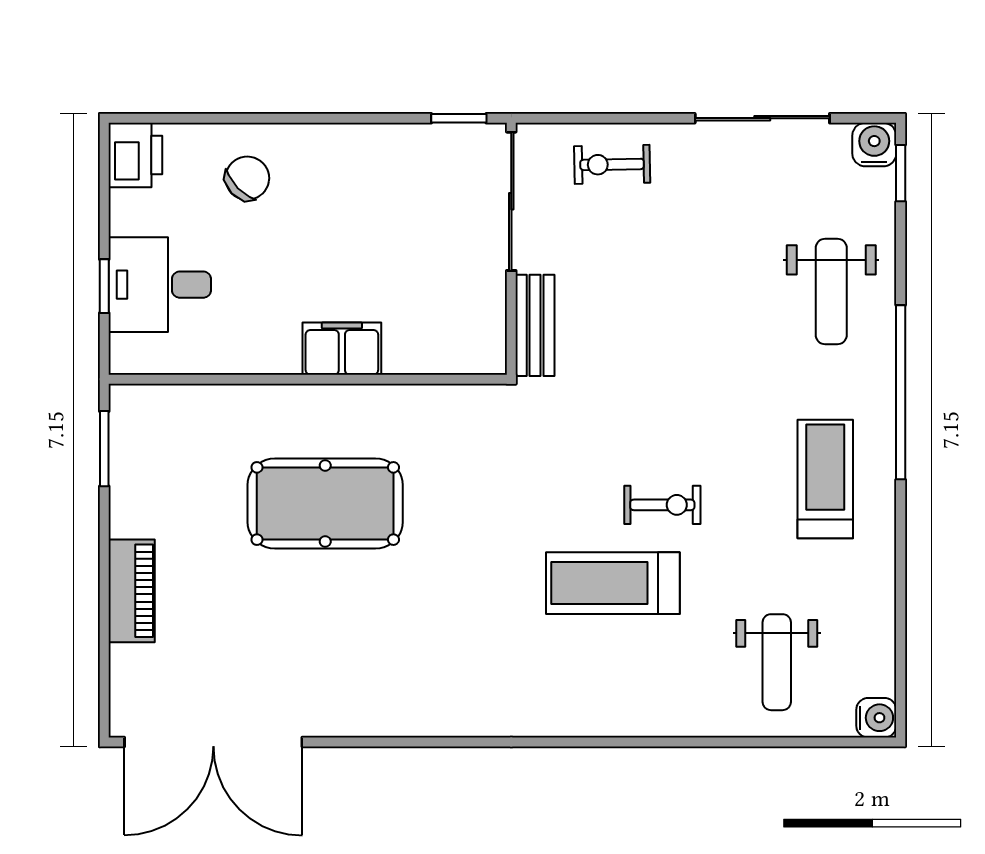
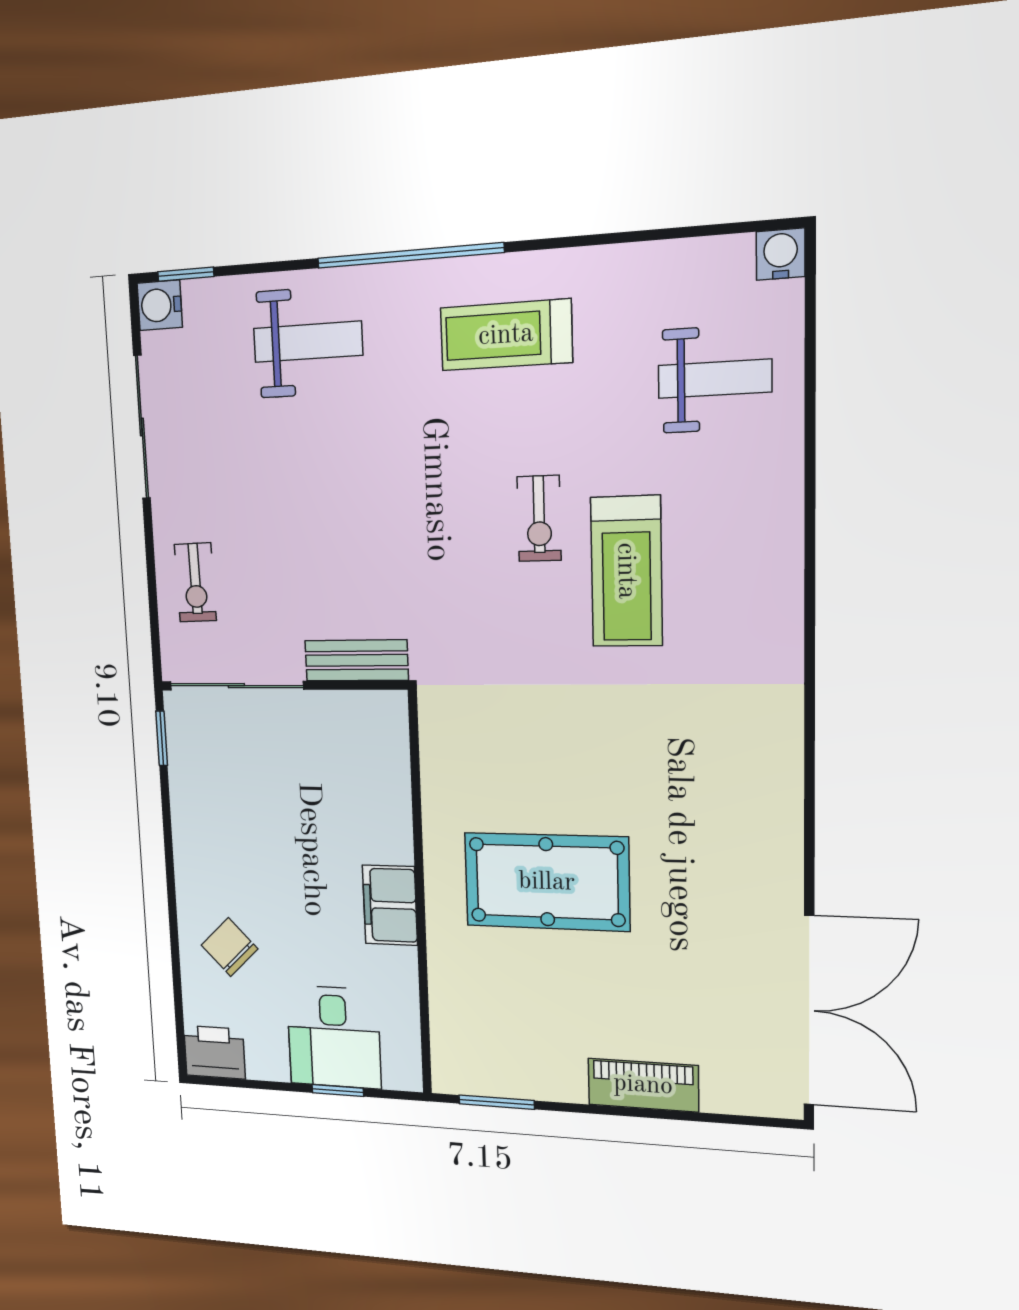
filing cabinet: (342, 349) -> (390, 905), moved
pool table: (325, 503) -> (547, 882), turned 90
exercise bike: (662, 505) -> (539, 518), turned 180

